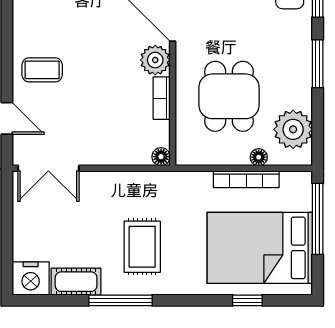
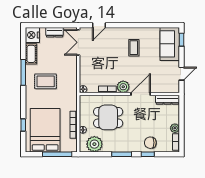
coffee table: (42, 70) -> (134, 48), moved
dresser: (24, 225) -> (55, 32), added

